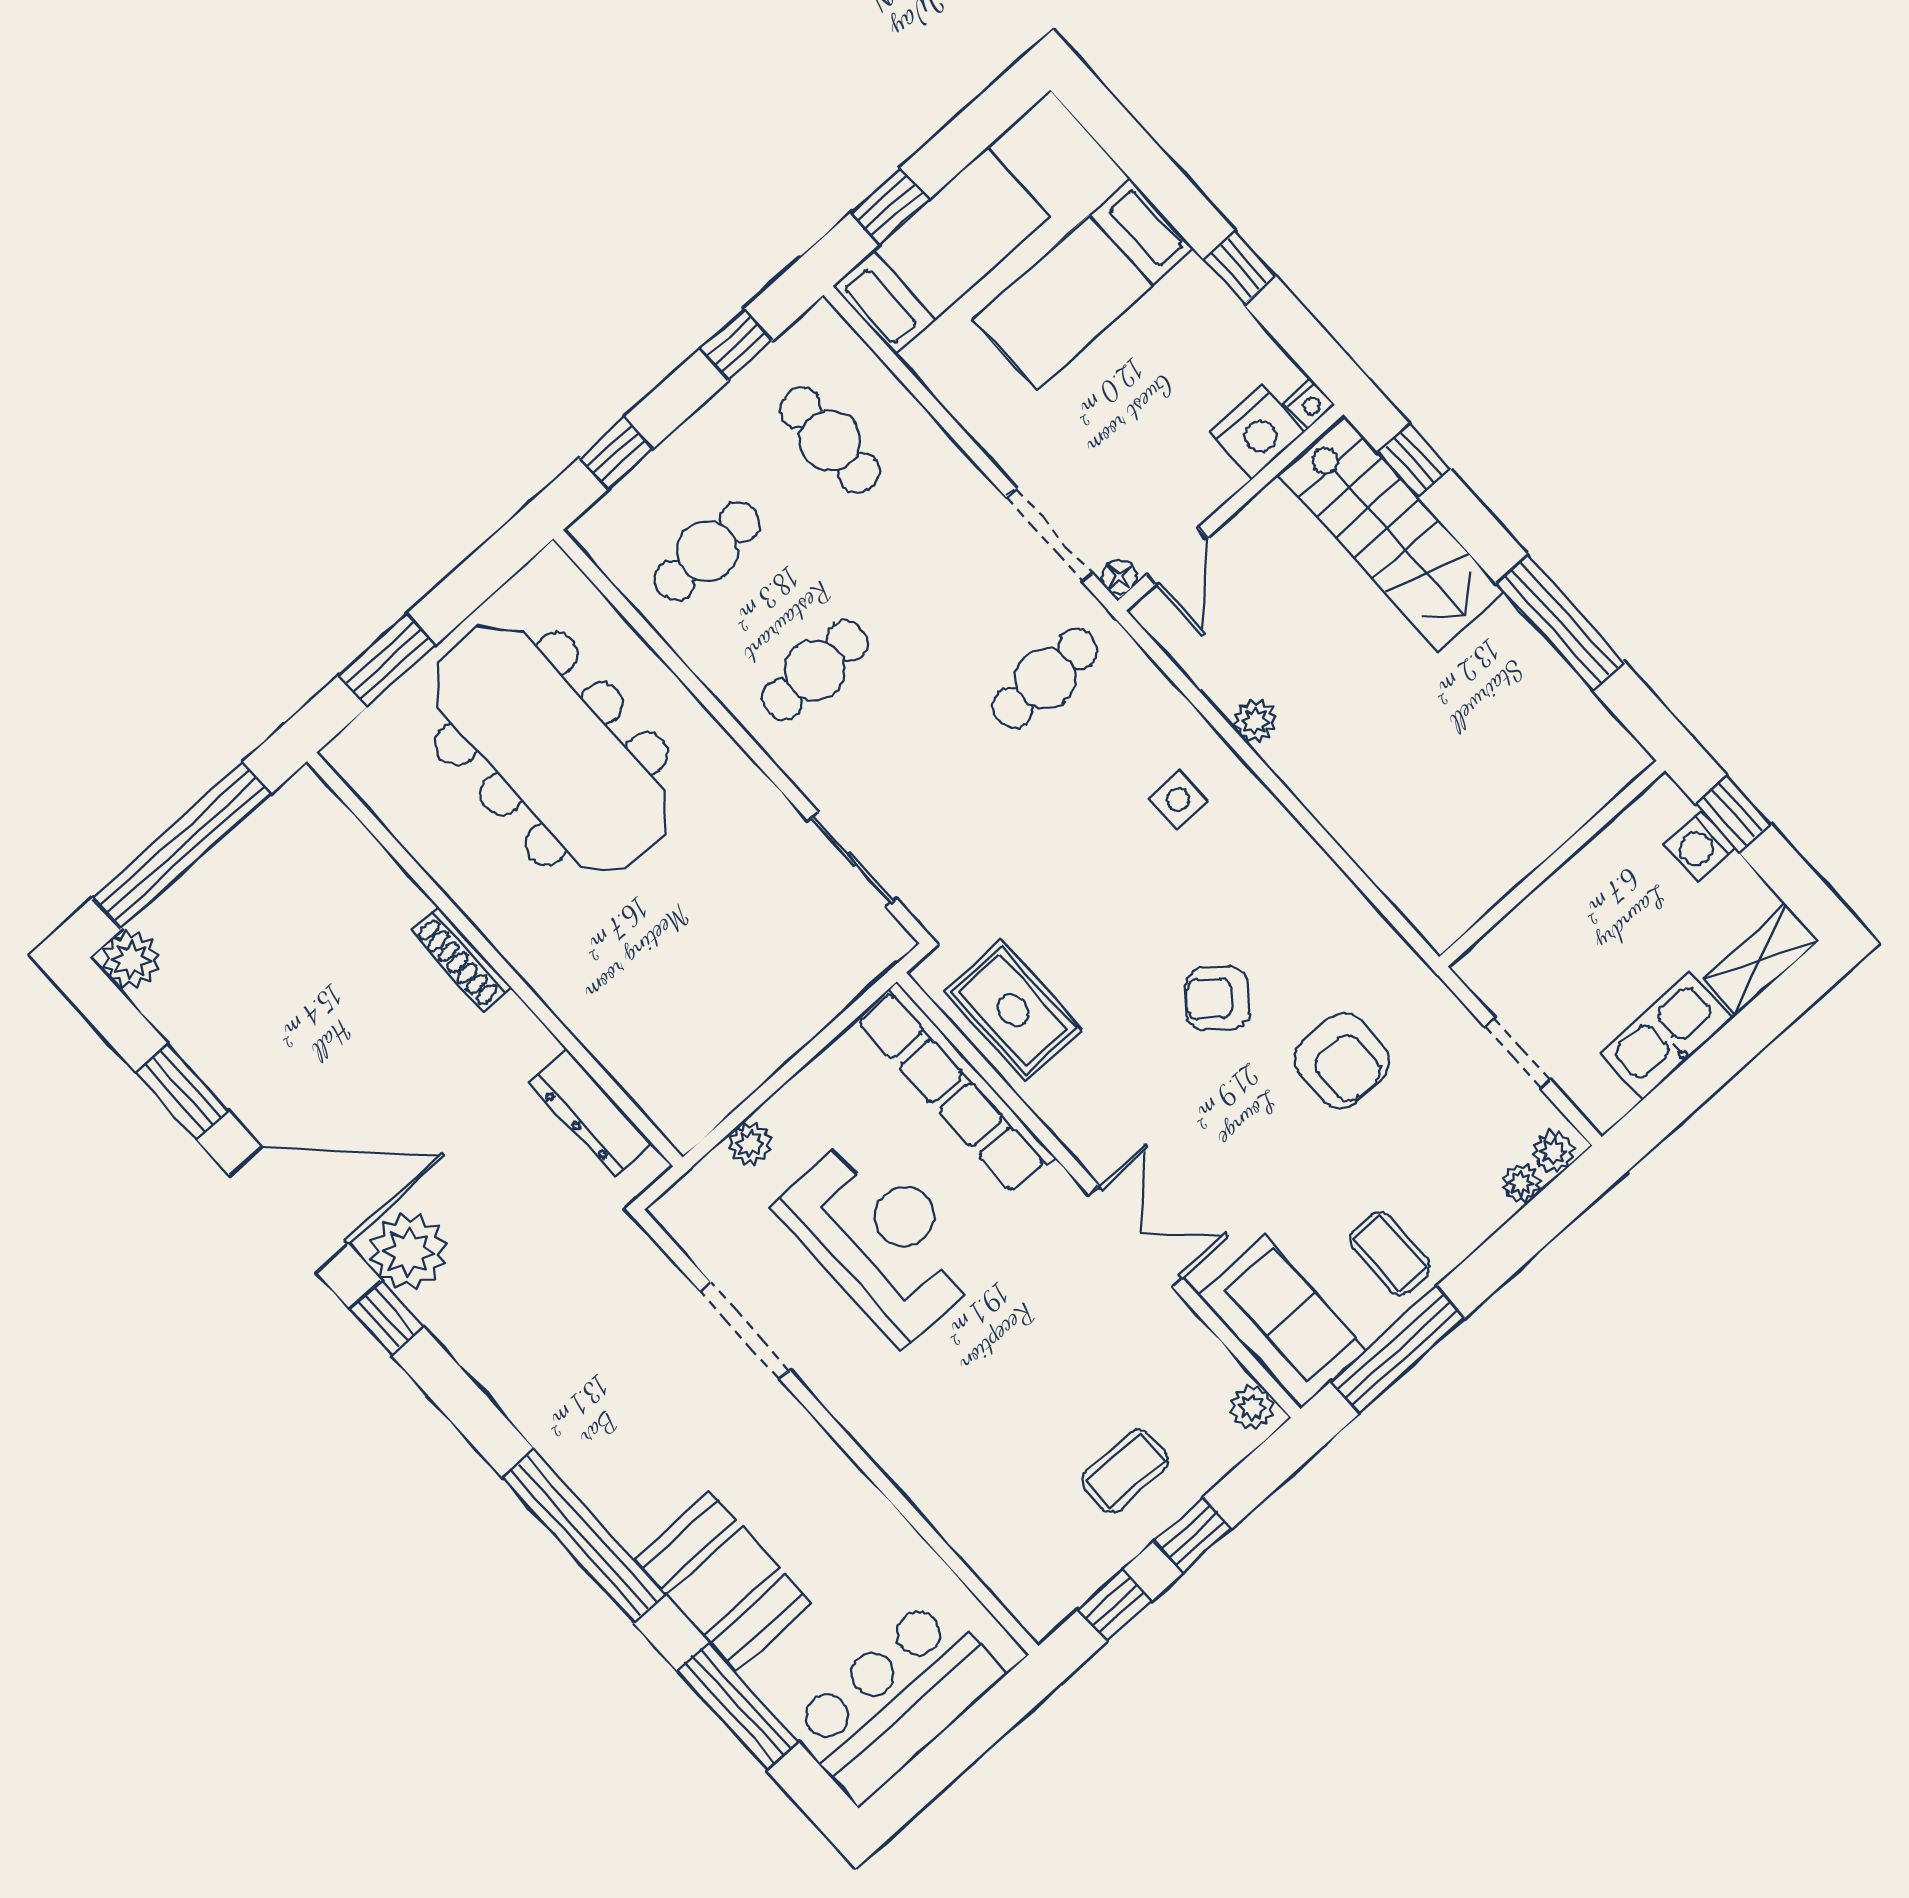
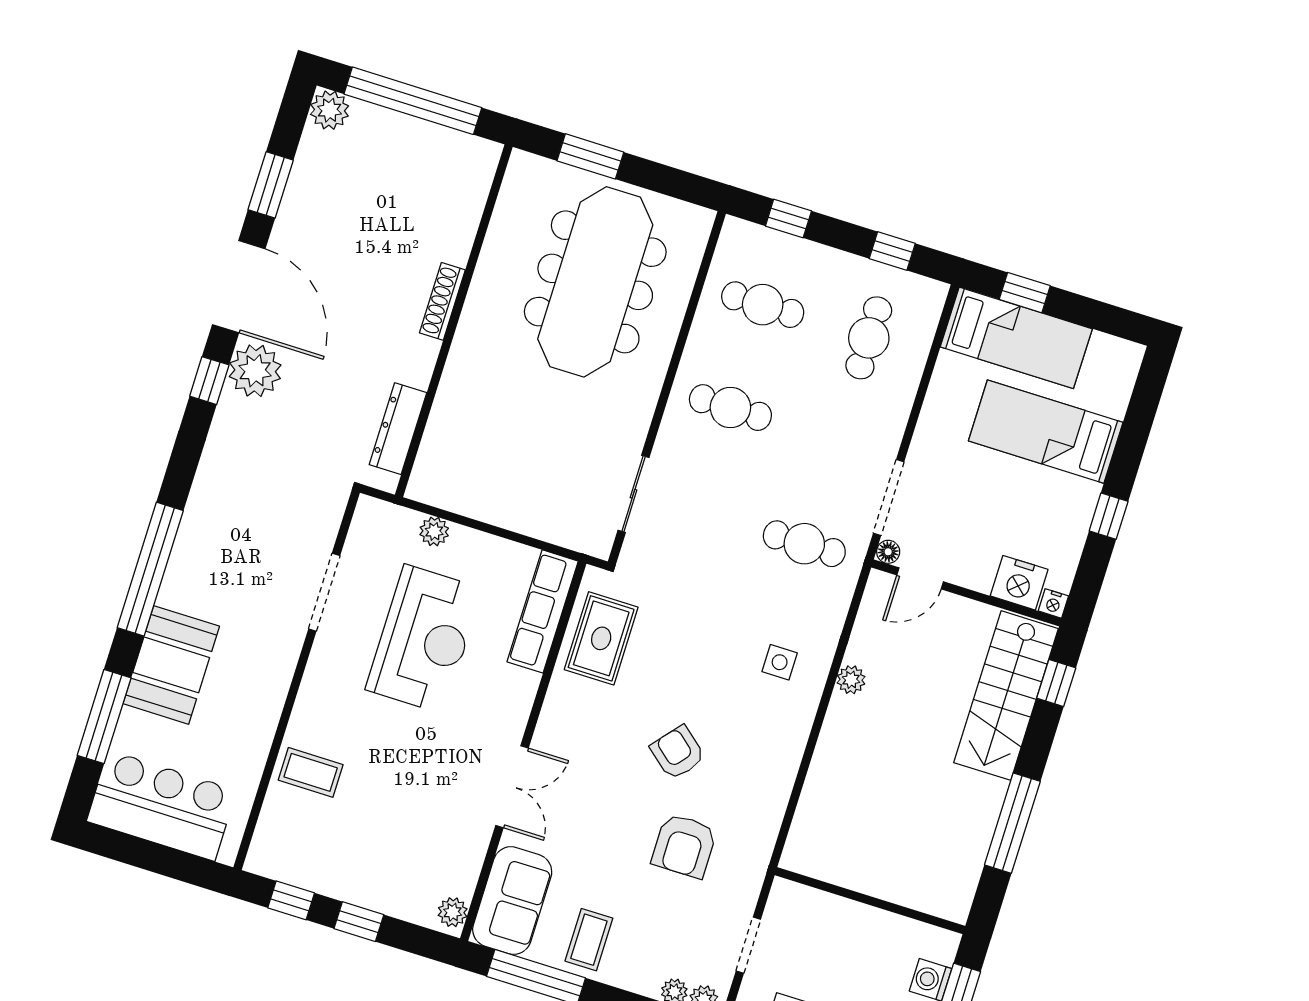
row of seats: (956, 1089) -> (543, 611), width x0.73
coffee table: (1125, 1471) -> (311, 772), moved

